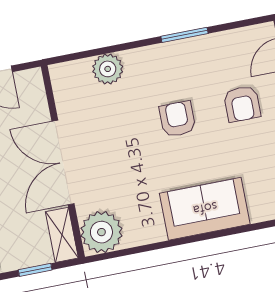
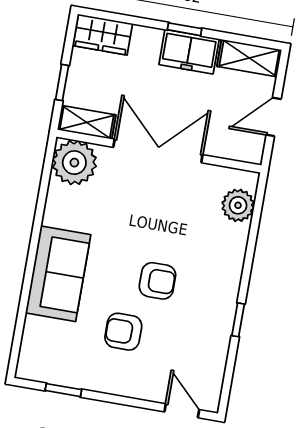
window: (184, 35) -> (238, 320), width x0.67
plant: (108, 69) -> (238, 205), moved
armchair: (242, 104) -> (123, 332), moved

